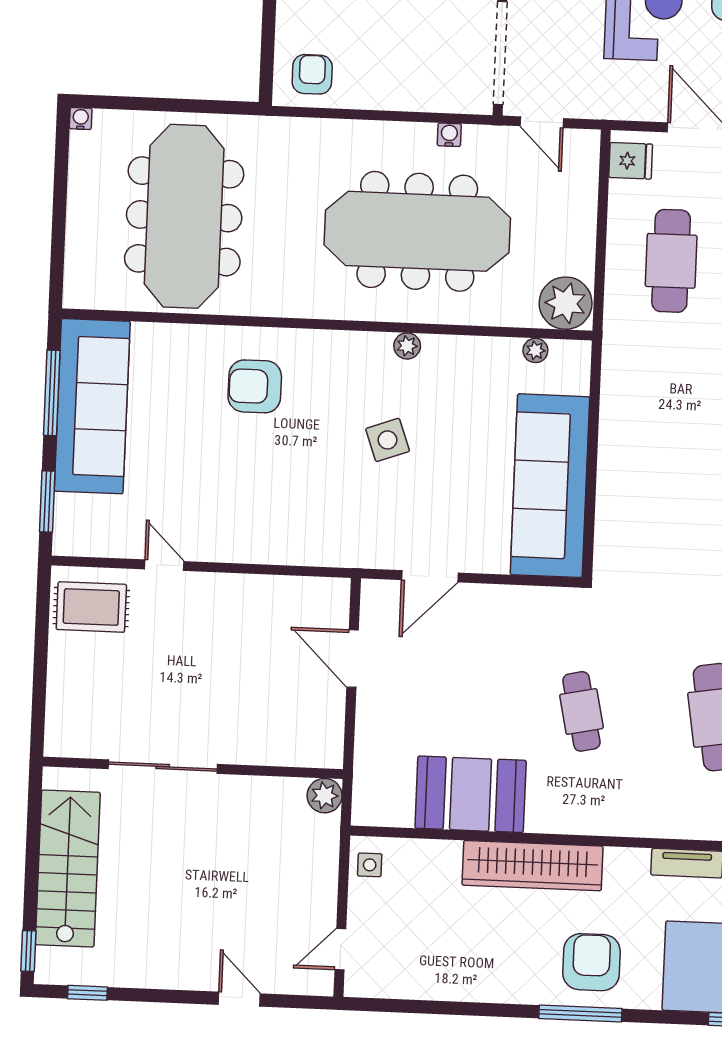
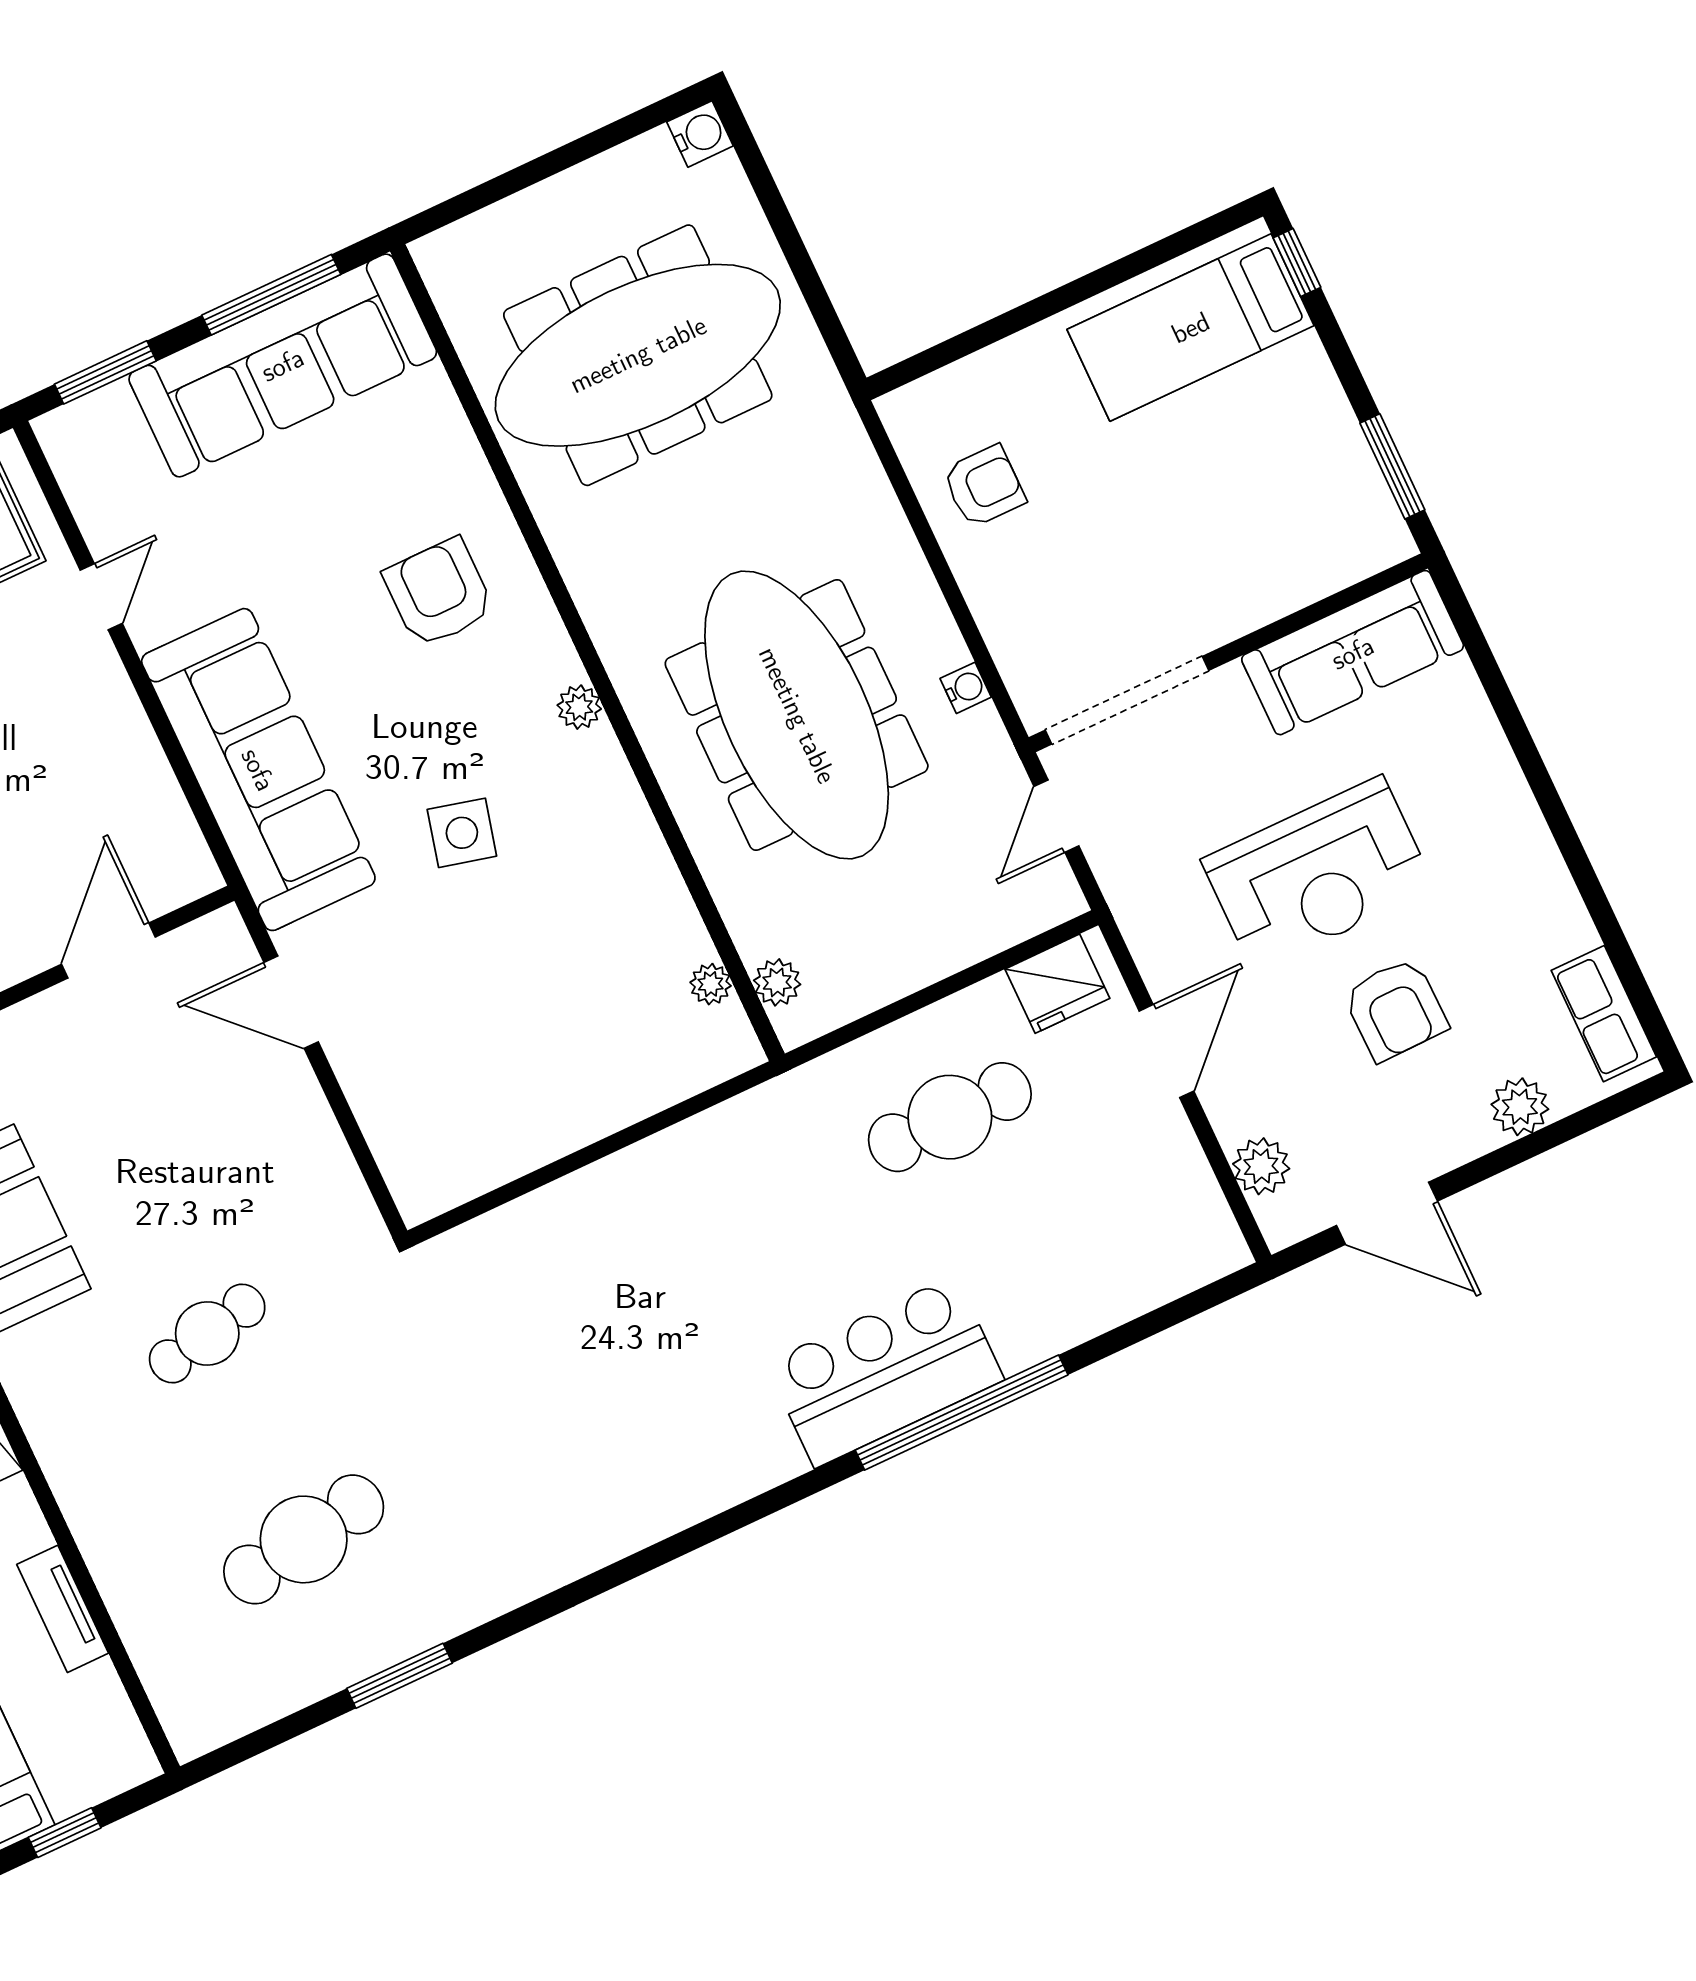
armchair: (312, 74) -> (984, 486), moved
water cooler: (81, 119) -> (700, 134), width x1.38, depth x1.38
fridge: (631, 161) -> (1057, 984), width x1.38
plant: (566, 303) -> (777, 982), width x0.53, depth x0.53
plant: (407, 346) -> (579, 707), moved
side table: (388, 440) -> (462, 833), turned 34
sofa: (550, 486) -> (258, 770), moved, turned 90

